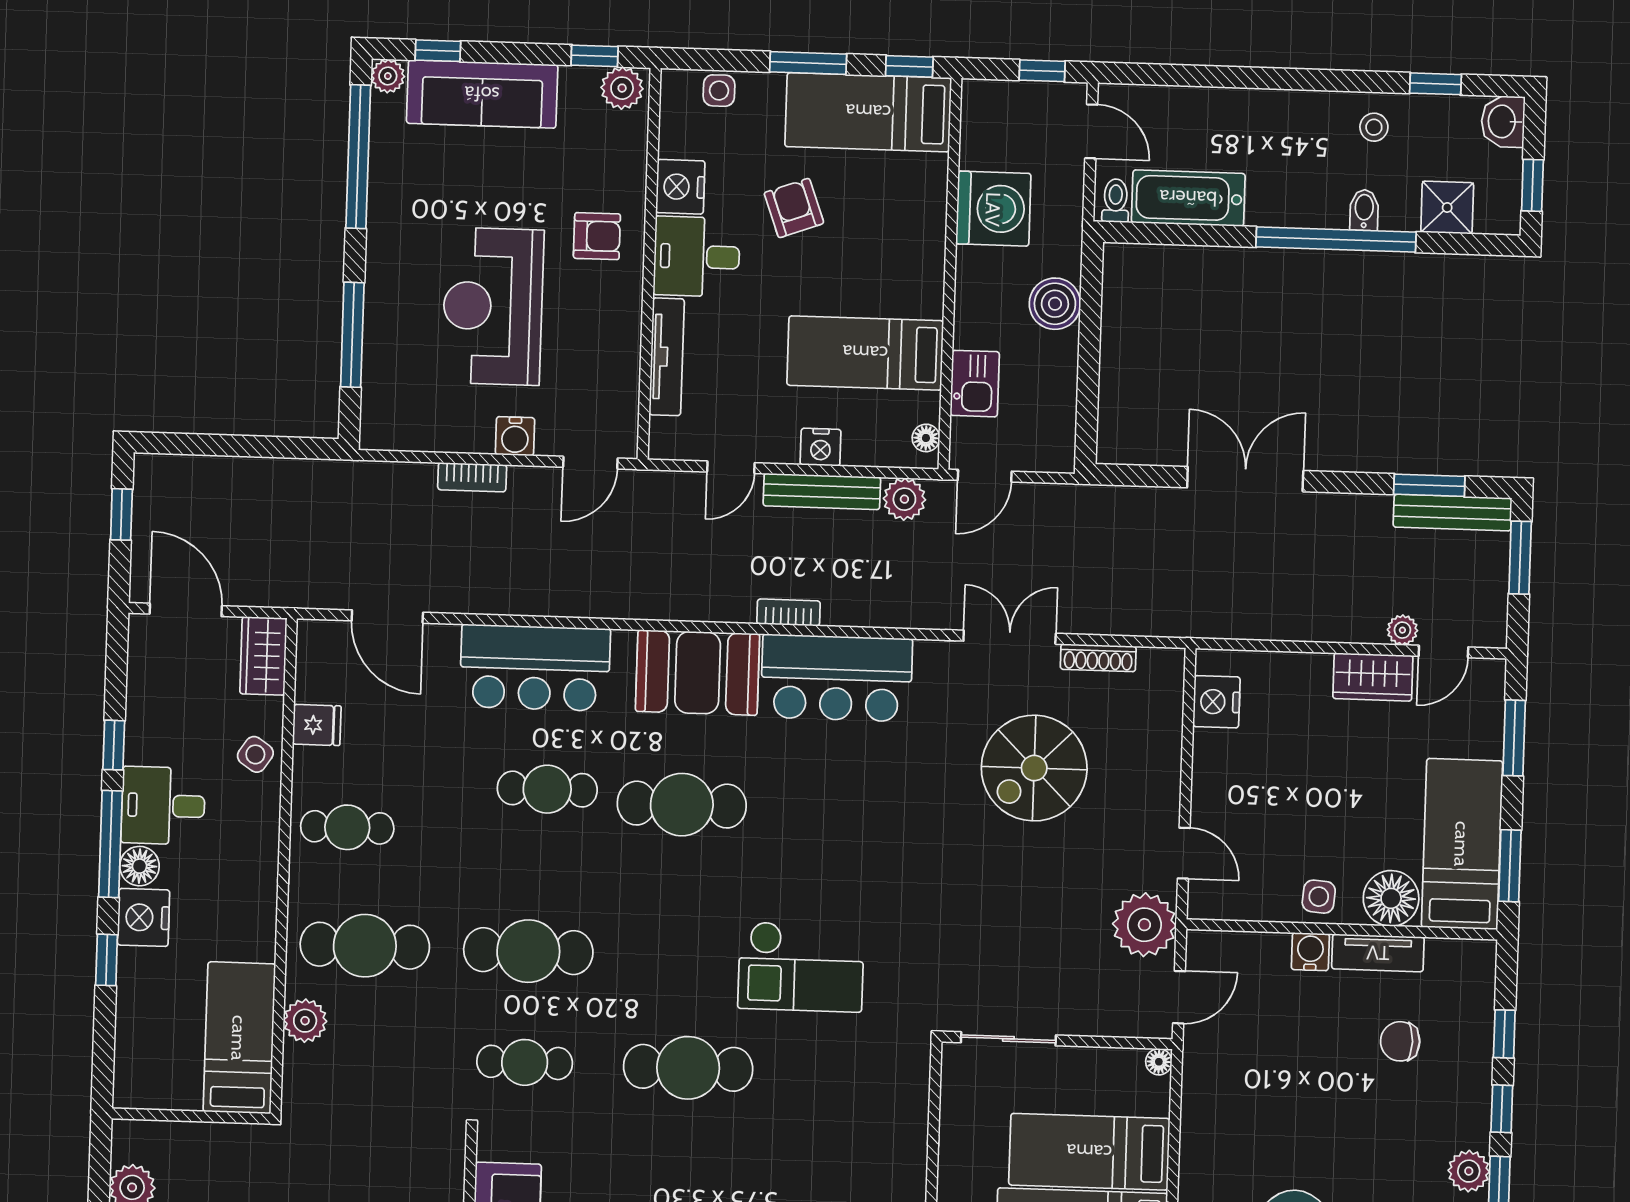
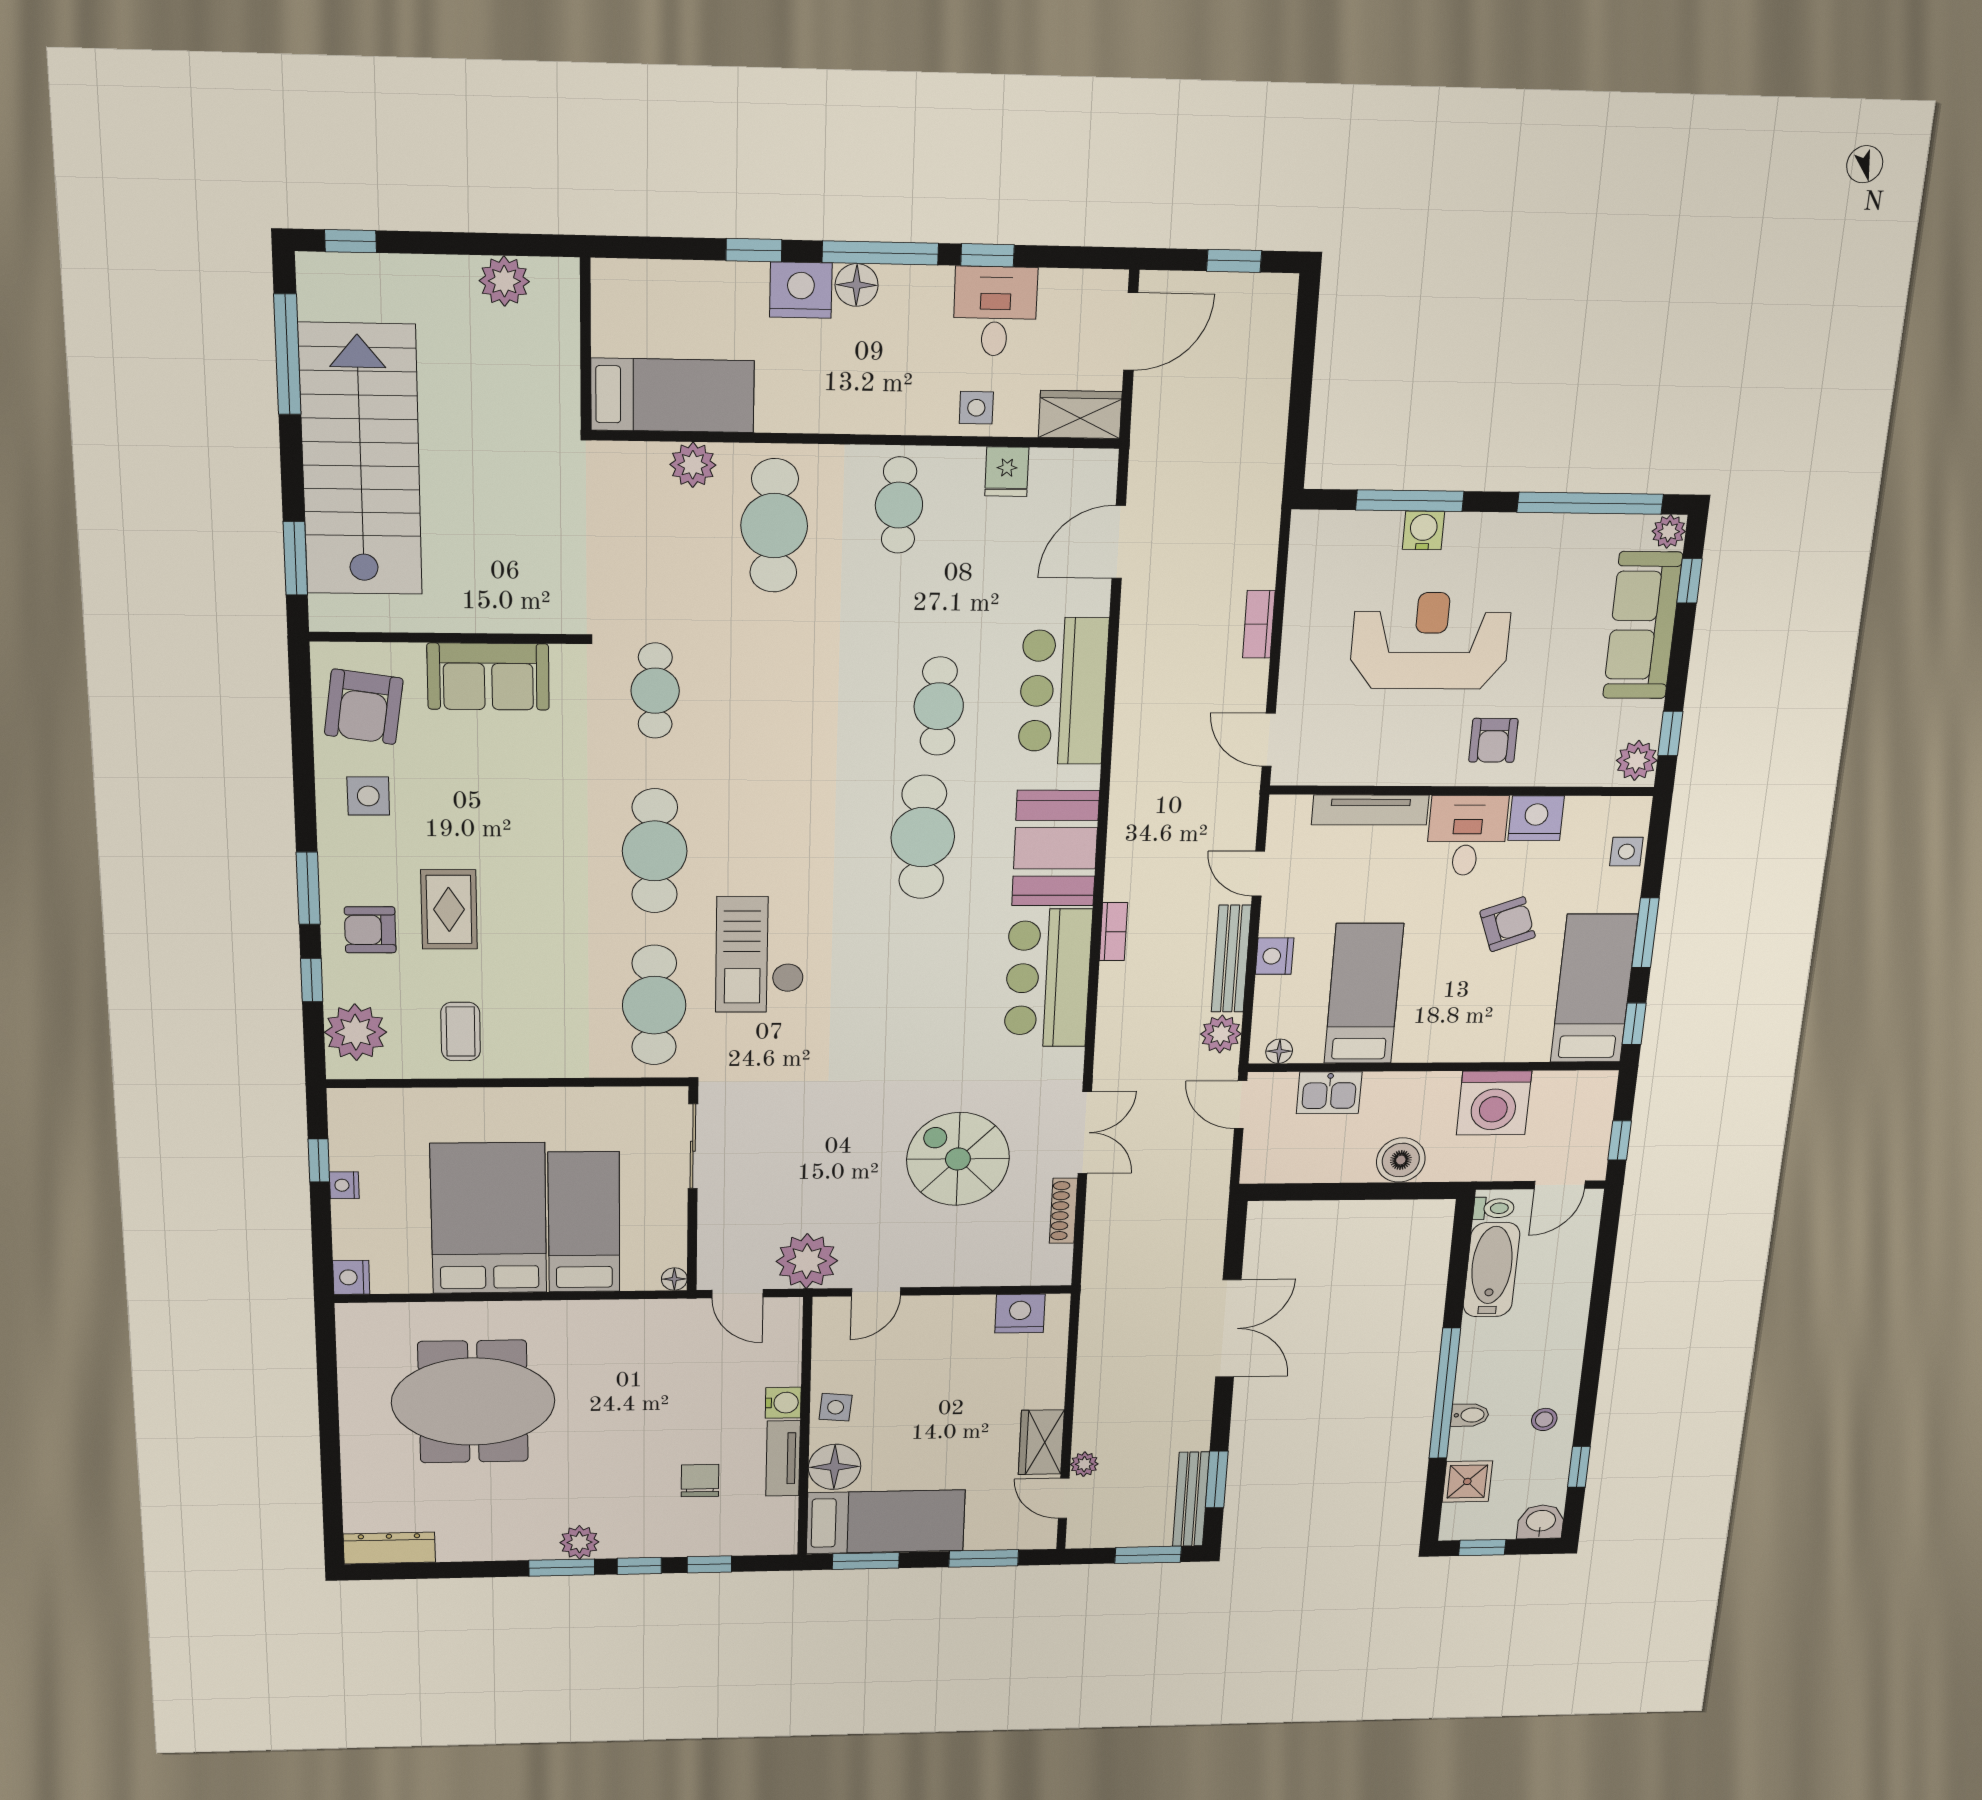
water cooler: (515, 436) -> (1423, 530), moved, turned 90
side table: (255, 754) -> (976, 408), turned -34
desk: (163, 806) -> (995, 311), moved
cafe table: (528, 951) -> (654, 1005), moved

